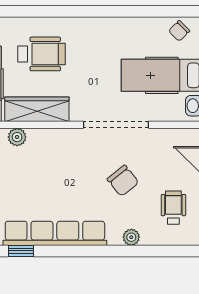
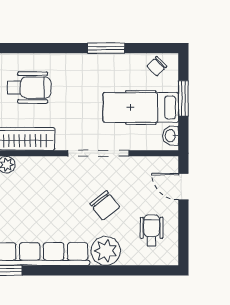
window: (124, 11) -> (106, 48), added
plant: (131, 237) -> (106, 251), width x1.87, depth x1.87

